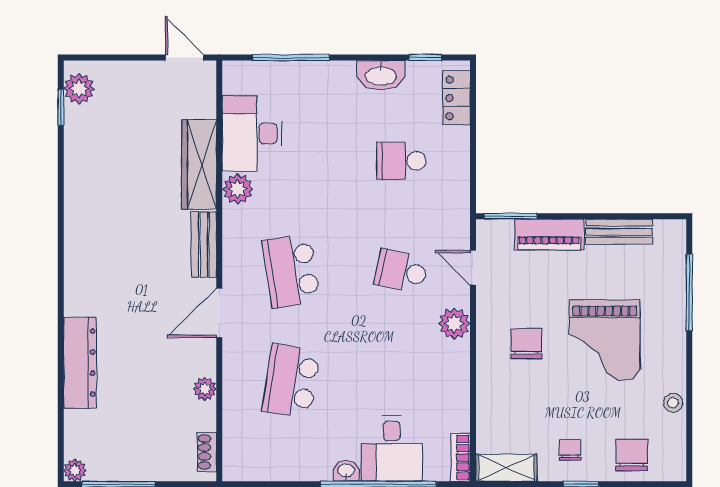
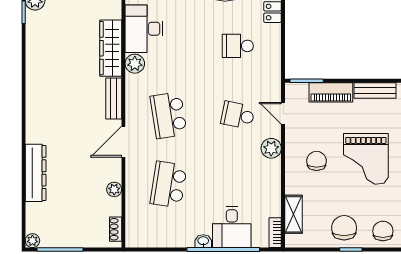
chair: (570, 450) -> (344, 228), width x1.87, depth x1.87
shelving: (506, 468) -> (293, 214), moved, turned 90

